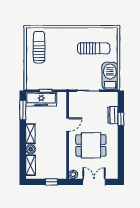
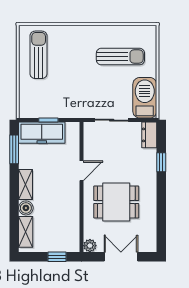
dresser: (113, 115) -> (149, 135), moved

